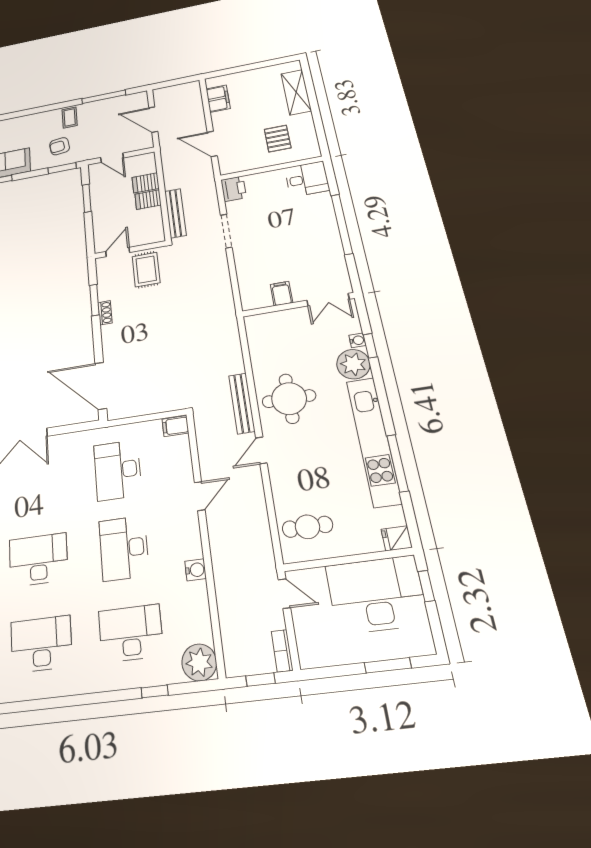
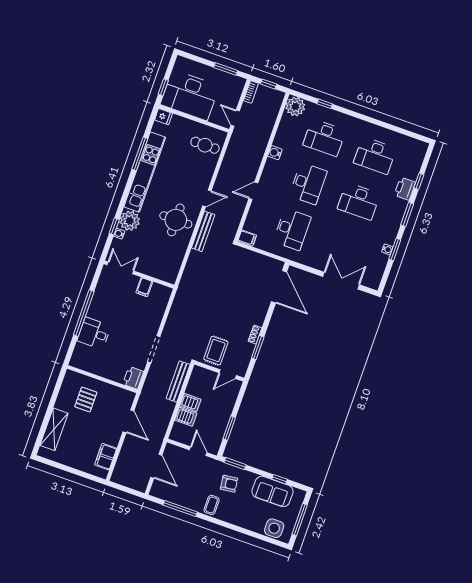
desk: (307, 179) -> (94, 333), moved
window: (388, 665) -> (226, 69), moved

